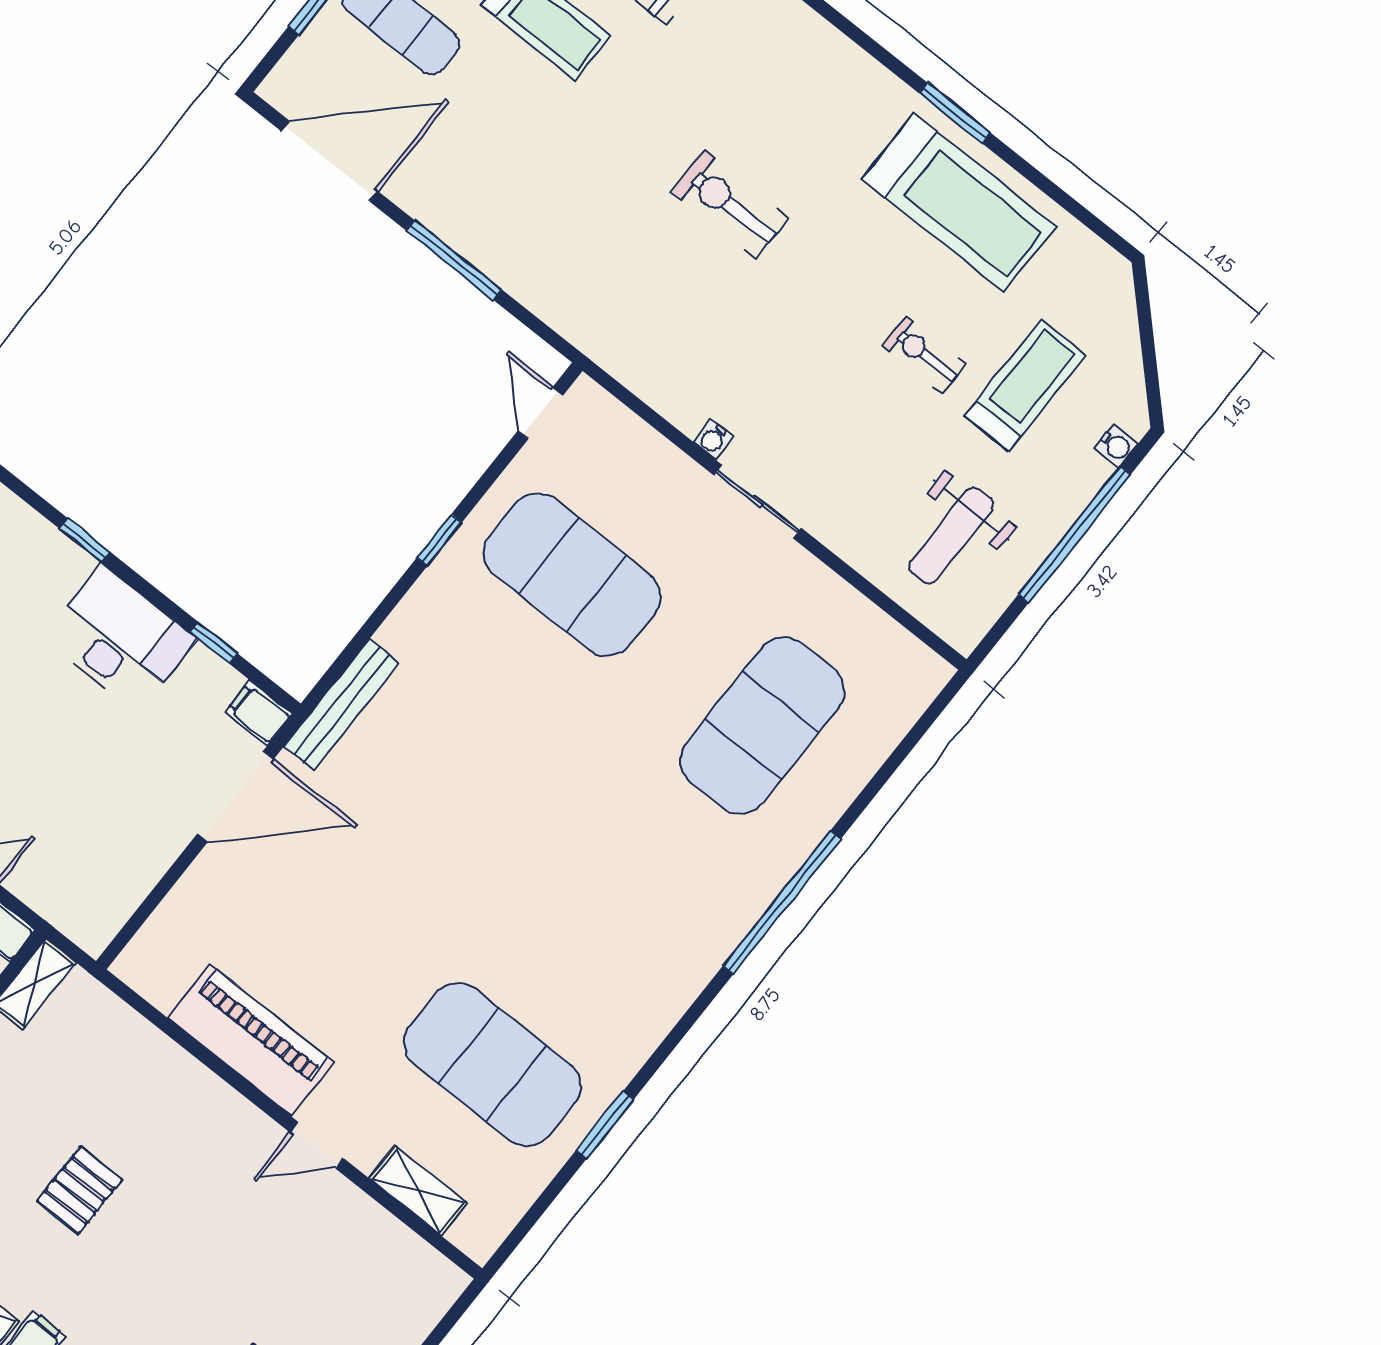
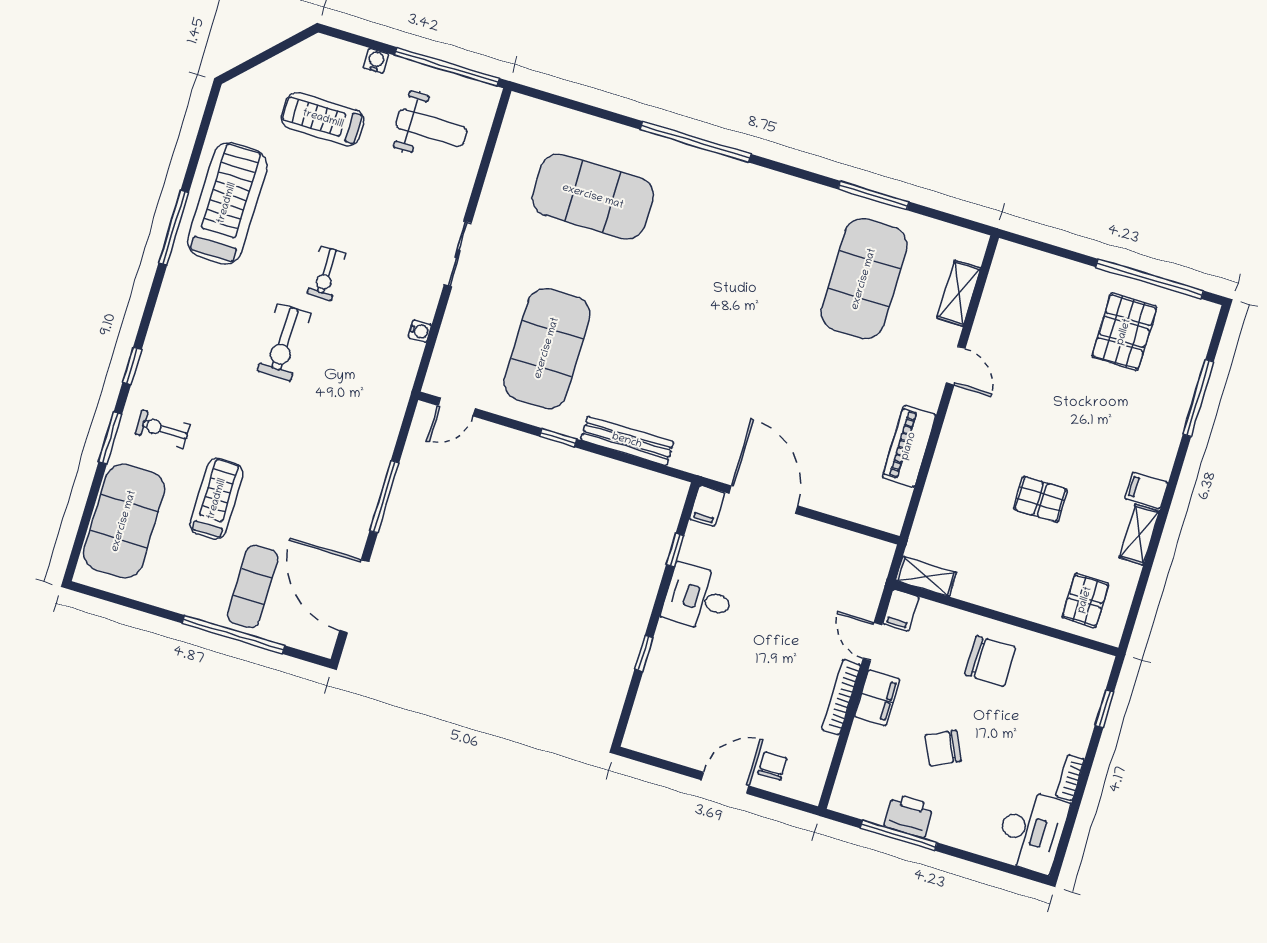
window: (955, 113) -> (174, 228), width x1.44
exercise bike: (924, 355) -> (326, 273), moved
water cooler: (713, 439) -> (420, 331), moved
water cooler: (1116, 446) -> (376, 61), moved
window: (1074, 535) -> (447, 67), moved
desk: (120, 638) -> (698, 598), width x0.73
bench: (342, 705) -> (627, 441), moved
piano: (251, 1040) -> (909, 446), width x0.73, depth x0.75
window: (605, 1125) -> (873, 196), width x1.44

